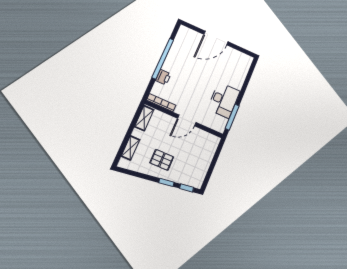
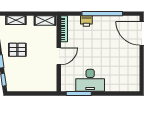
door: (216, 38) -> (142, 33), moved
door: (187, 120) -> (59, 56), swing flipped
pallet: (162, 160) -> (17, 50), turned 90

